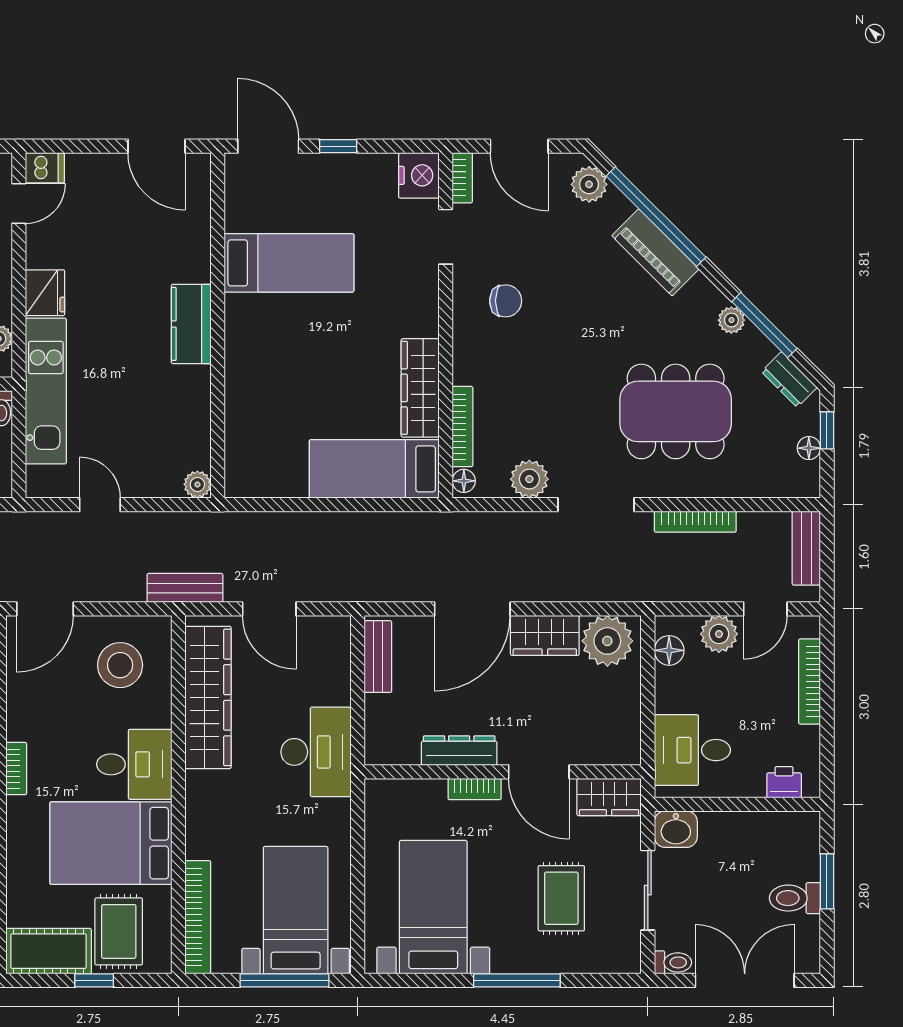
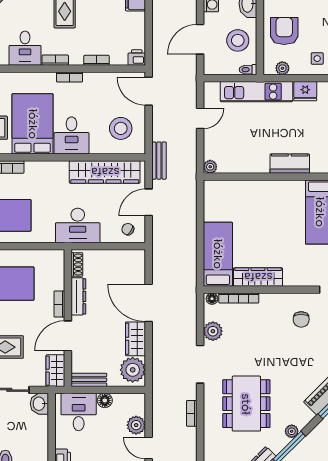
bookcase: (695, 522) -> (192, 413), width x0.64
floor lamp: (669, 650) -> (105, 400), moved
chair: (324, 651) -> (128, 229), added
bench: (378, 657) -> (89, 380), moved
shoe rack: (395, 754) -> (77, 265), added

